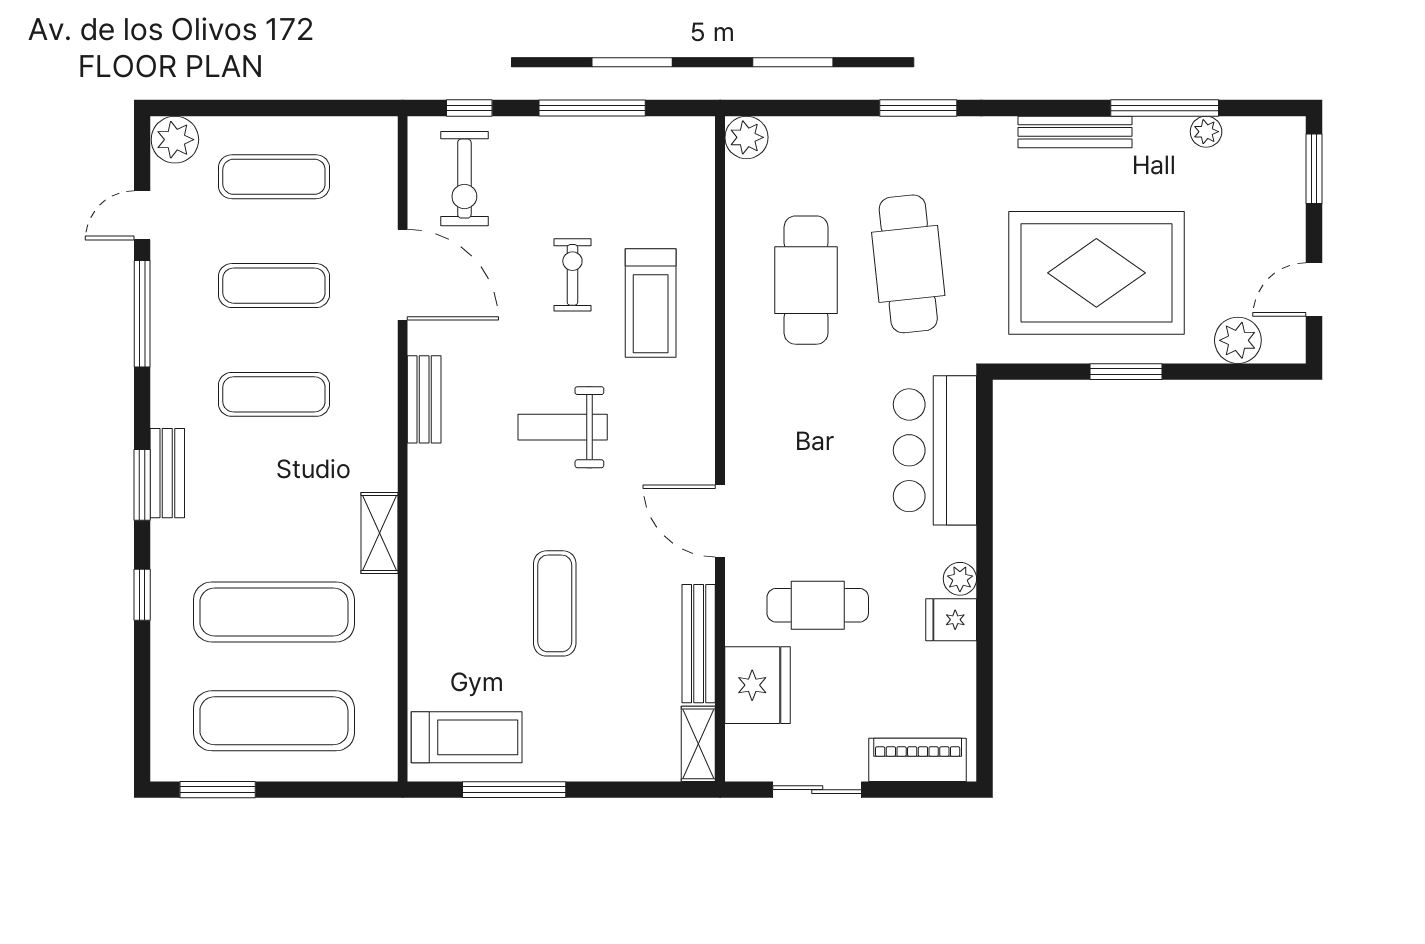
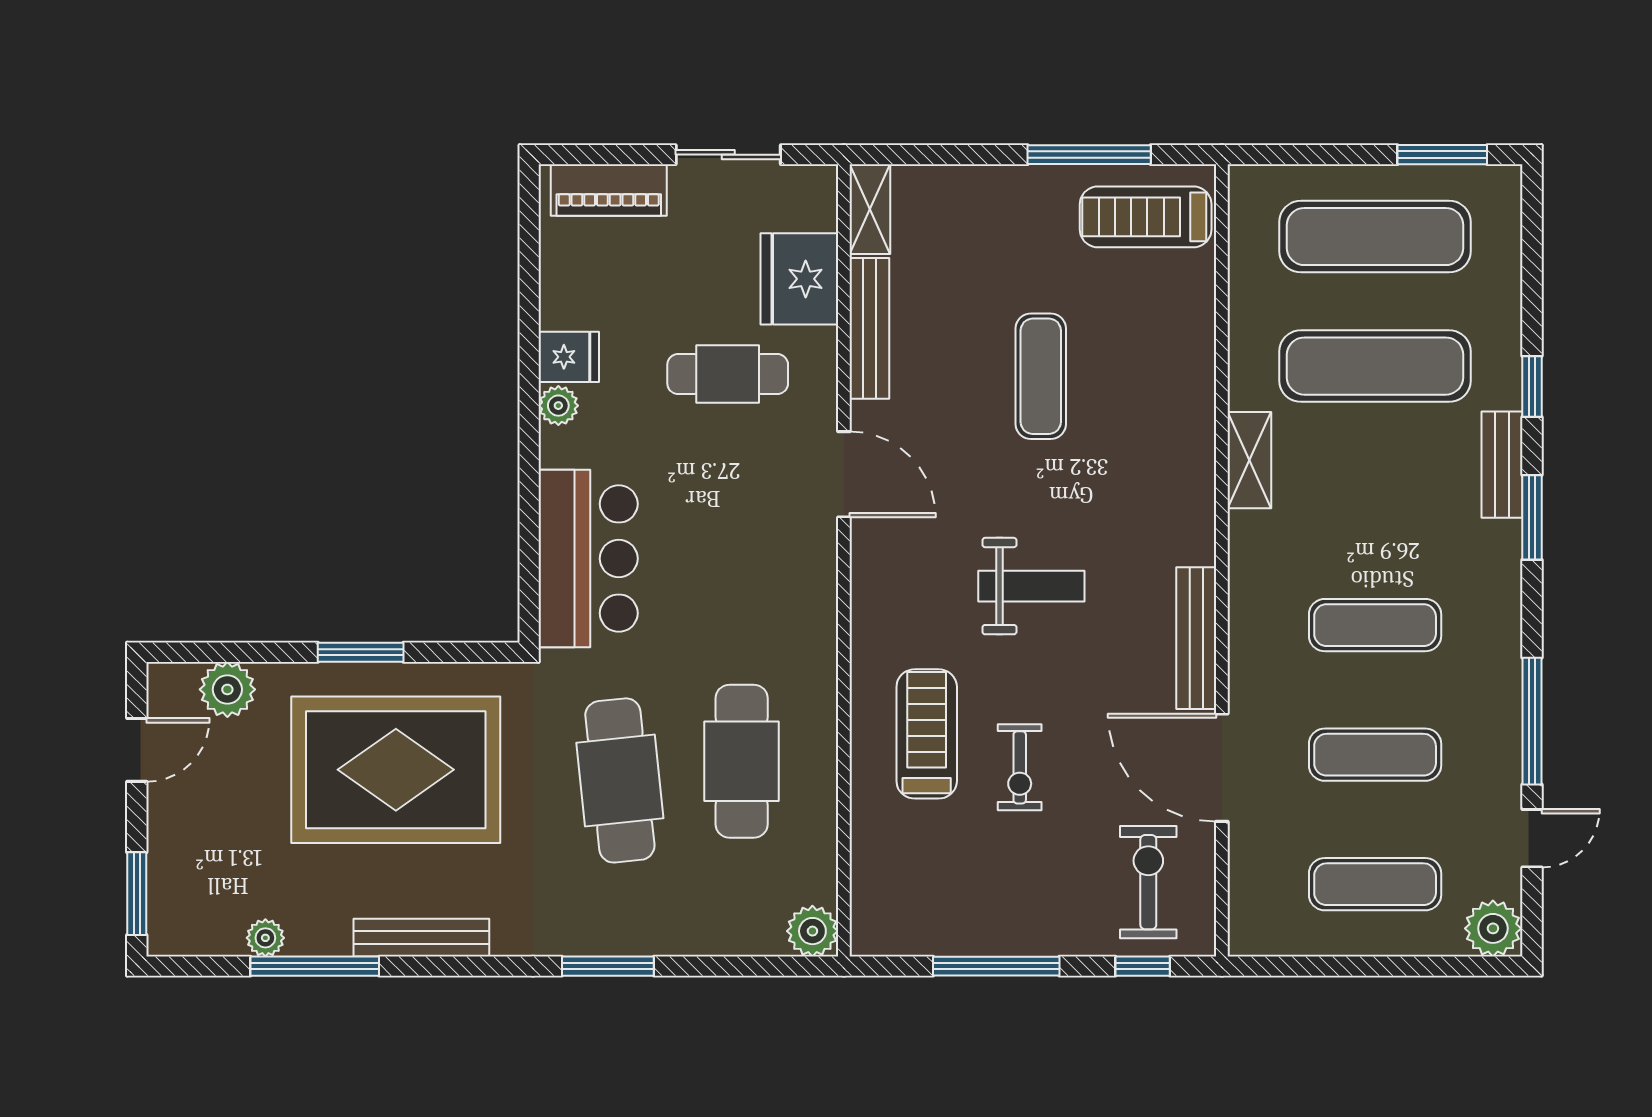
bench: (424, 399) -> (1196, 638), width x1.36
bench: (167, 473) -> (1502, 465), moved

